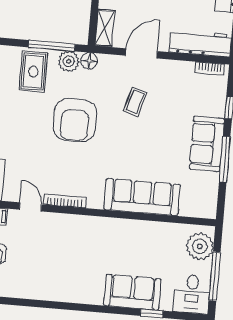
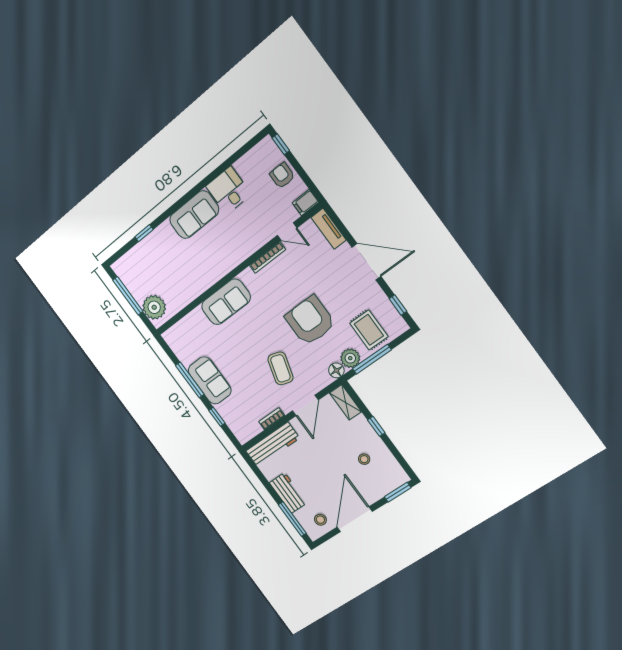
bookcase: (210, 69) -> (272, 419), moved
coffee table: (135, 102) -> (280, 368), width x1.36, depth x1.30
sofa: (142, 197) -> (226, 302), width x0.73
sofa: (132, 292) -> (194, 215), moved
desk: (192, 294) -> (229, 190), moved

